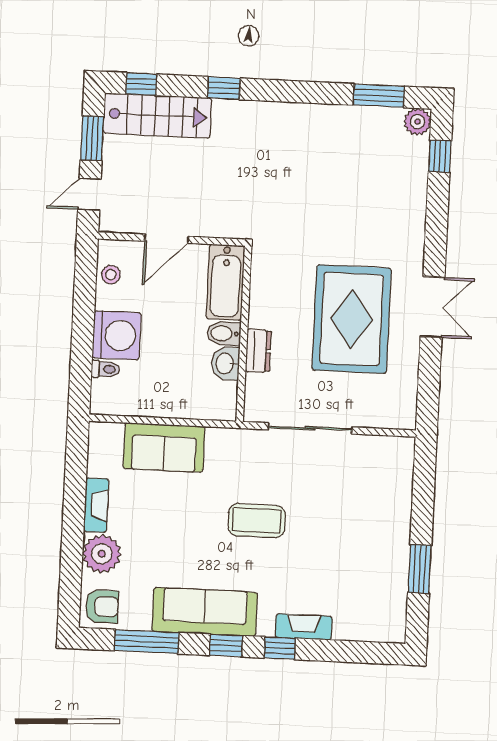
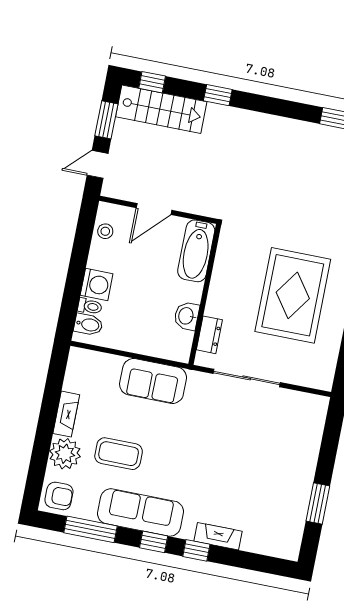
bidet: (224, 333) -> (88, 325), moved, turned 180
washing machine: (117, 335) -> (97, 285), width x0.73, depth x0.73
dresser: (258, 351) -> (209, 335), moved
sofa: (164, 447) -> (153, 381), moved
coffee table: (257, 521) -> (119, 454), moved

